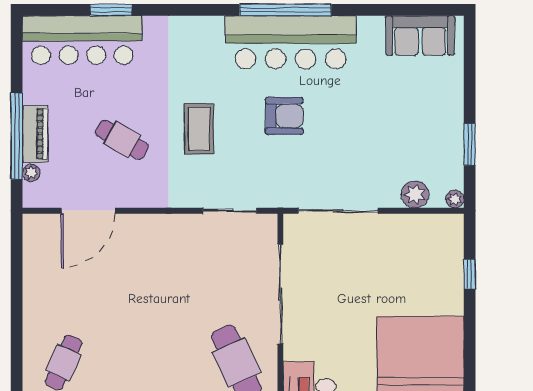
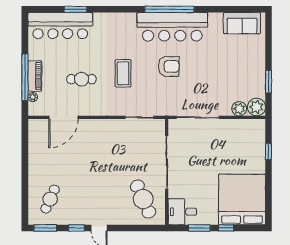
cafe table: (122, 140) -> (81, 79), turned -30
plant: (455, 199) -> (256, 107), width x1.88, depth x1.88

